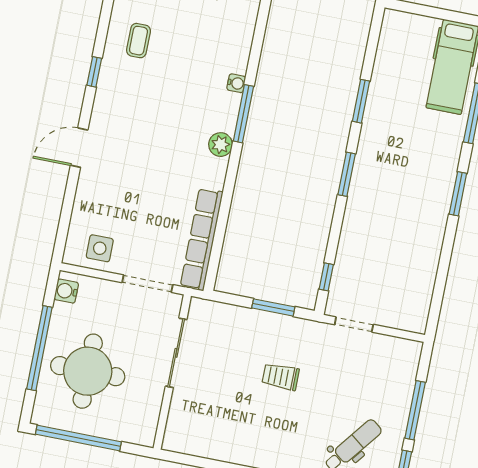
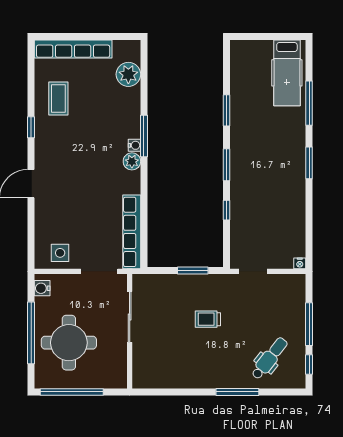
plant: (239, 27) -> (128, 74), added
coffee table: (138, 41) -> (58, 99), width x1.36, depth x1.30
water cooler: (236, 83) -> (134, 145), moved
window: (326, 277) -> (226, 210), moved
nightstand: (419, 326) -> (300, 263), added

